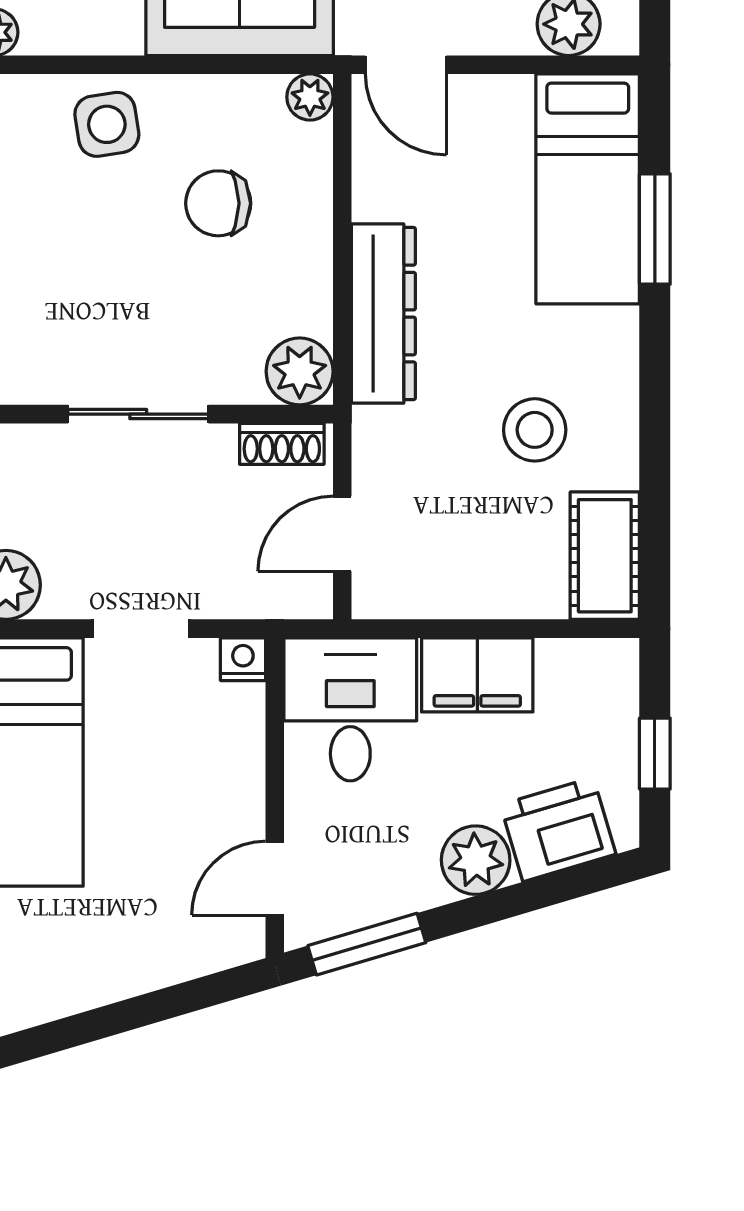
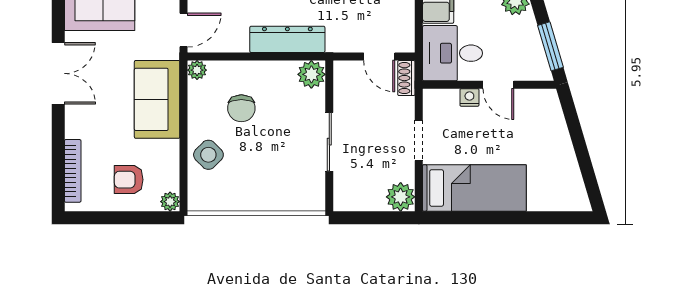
side table: (107, 124) -> (208, 155), turned -36
shoe rack: (282, 444) -> (406, 78), moved, turned 180
nightstand: (243, 659) -> (469, 97), moved, turned 90
door: (275, 878) -> (498, 85), moved

